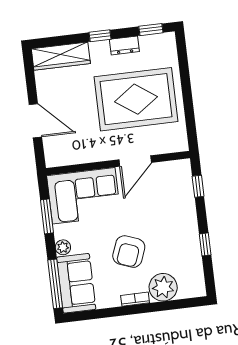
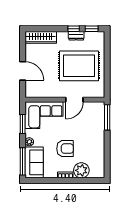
window: (100, 36) -> (74, 29), moved
window: (198, 186) -> (107, 117), width x2.17
window: (205, 244) -> (107, 150), removed
armchair: (129, 252) -> (65, 149), turned -111

